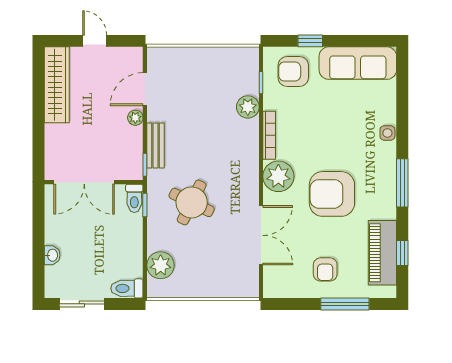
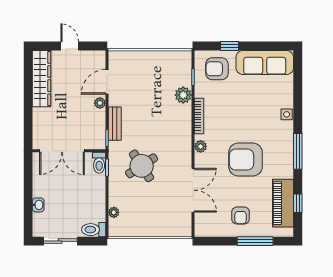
plant: (278, 176) -> (201, 146), width x0.53, depth x0.53
round table: (192, 202) -> (142, 166), turned 31
plant: (161, 265) -> (114, 212), width x0.53, depth x0.53

